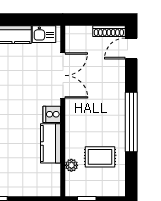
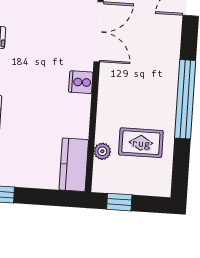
kitchen counter: (51, 143) -> (74, 165), moved

